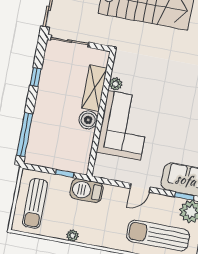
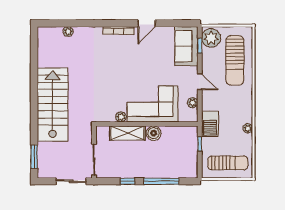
window: (25, 135) -> (161, 181), moved
plant: (116, 174) -> (193, 103), added

